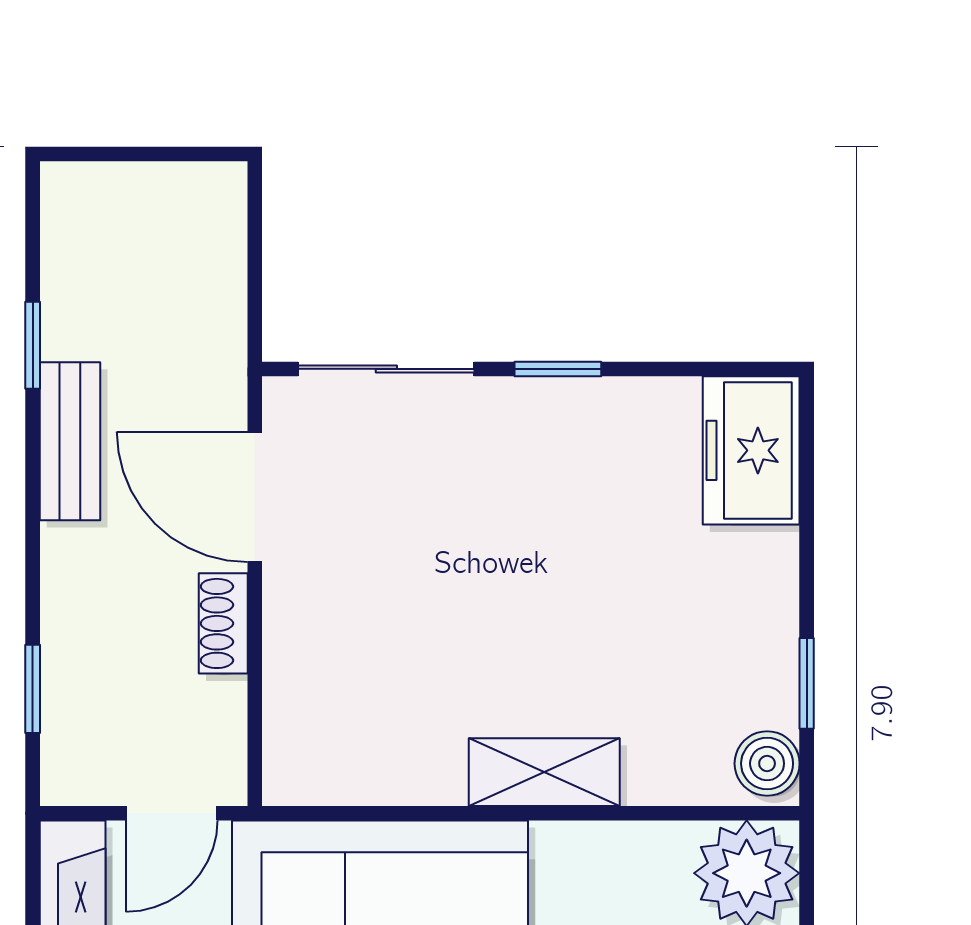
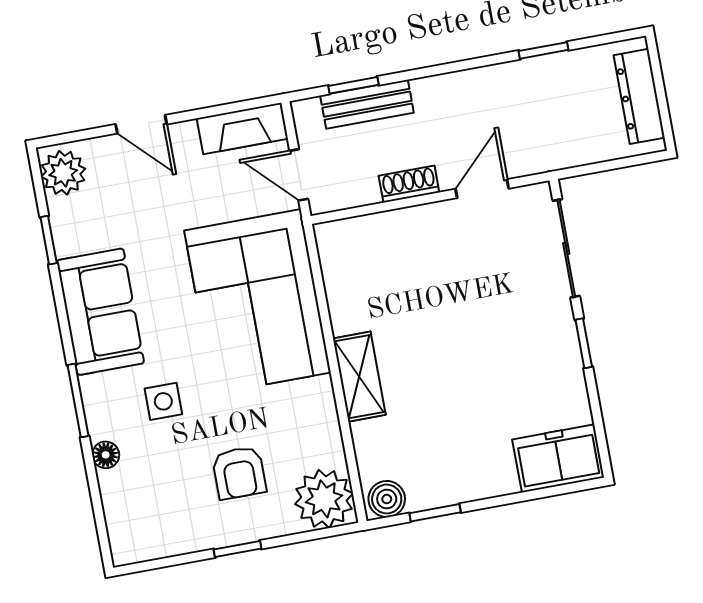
dresser: (144, 193) -> (639, 96), added
bench: (70, 441) -> (367, 104), moved
door: (255, 497) -> (482, 189), width x0.73

